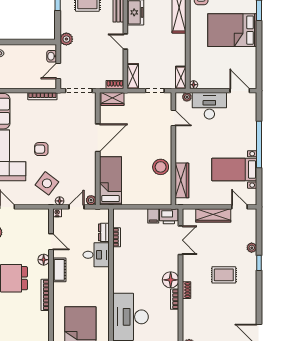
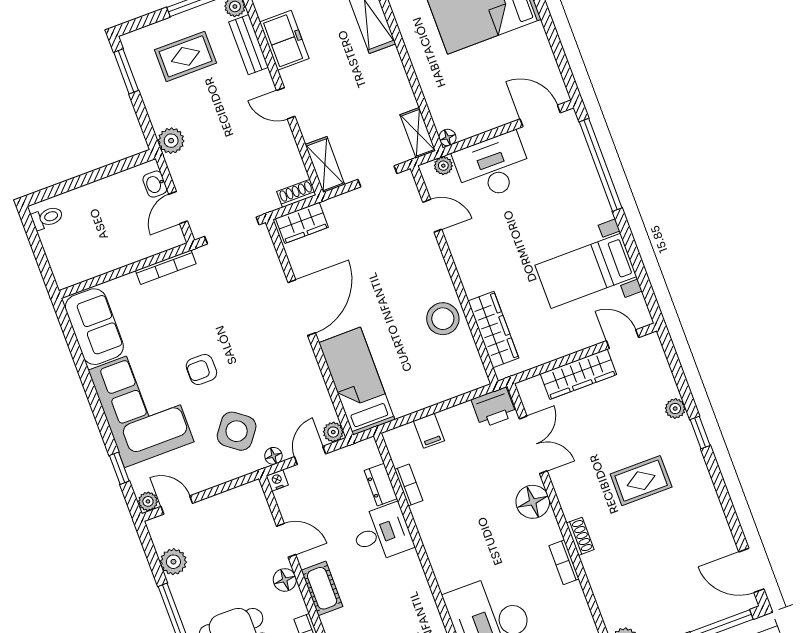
window: (259, 144) -> (601, 165), moved
filing cabinet: (153, 216) -> (429, 431), moved
floor lamp: (171, 280) -> (533, 502), moved

